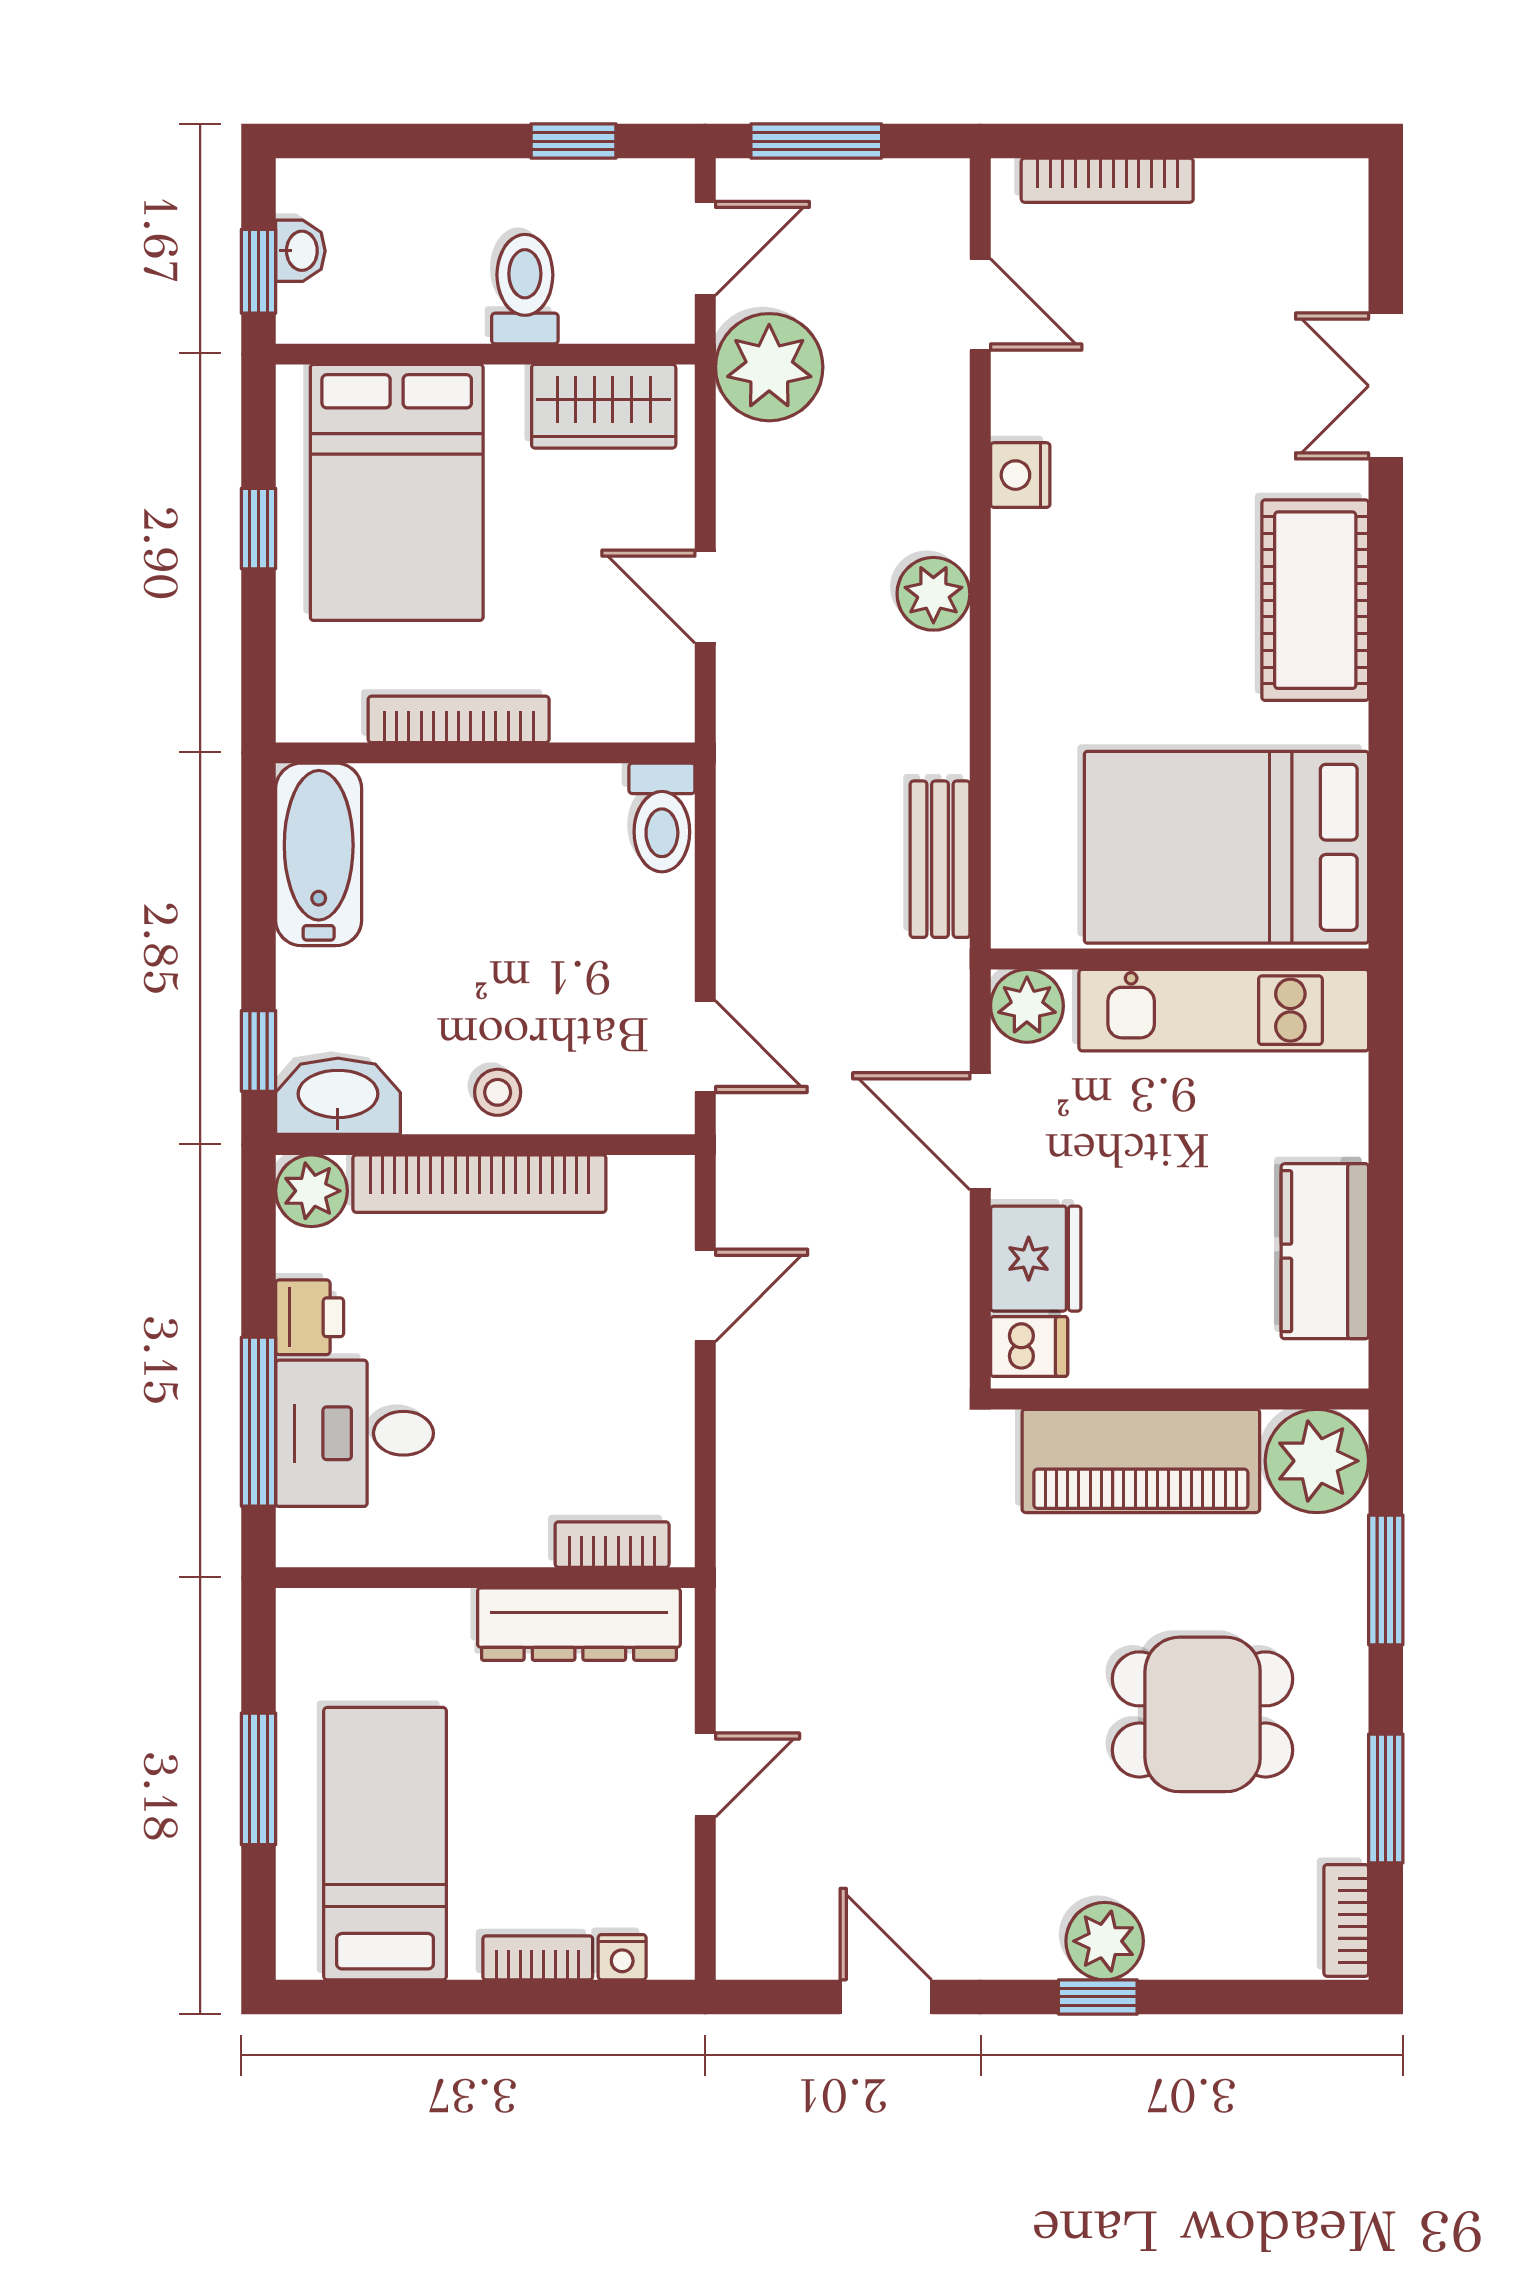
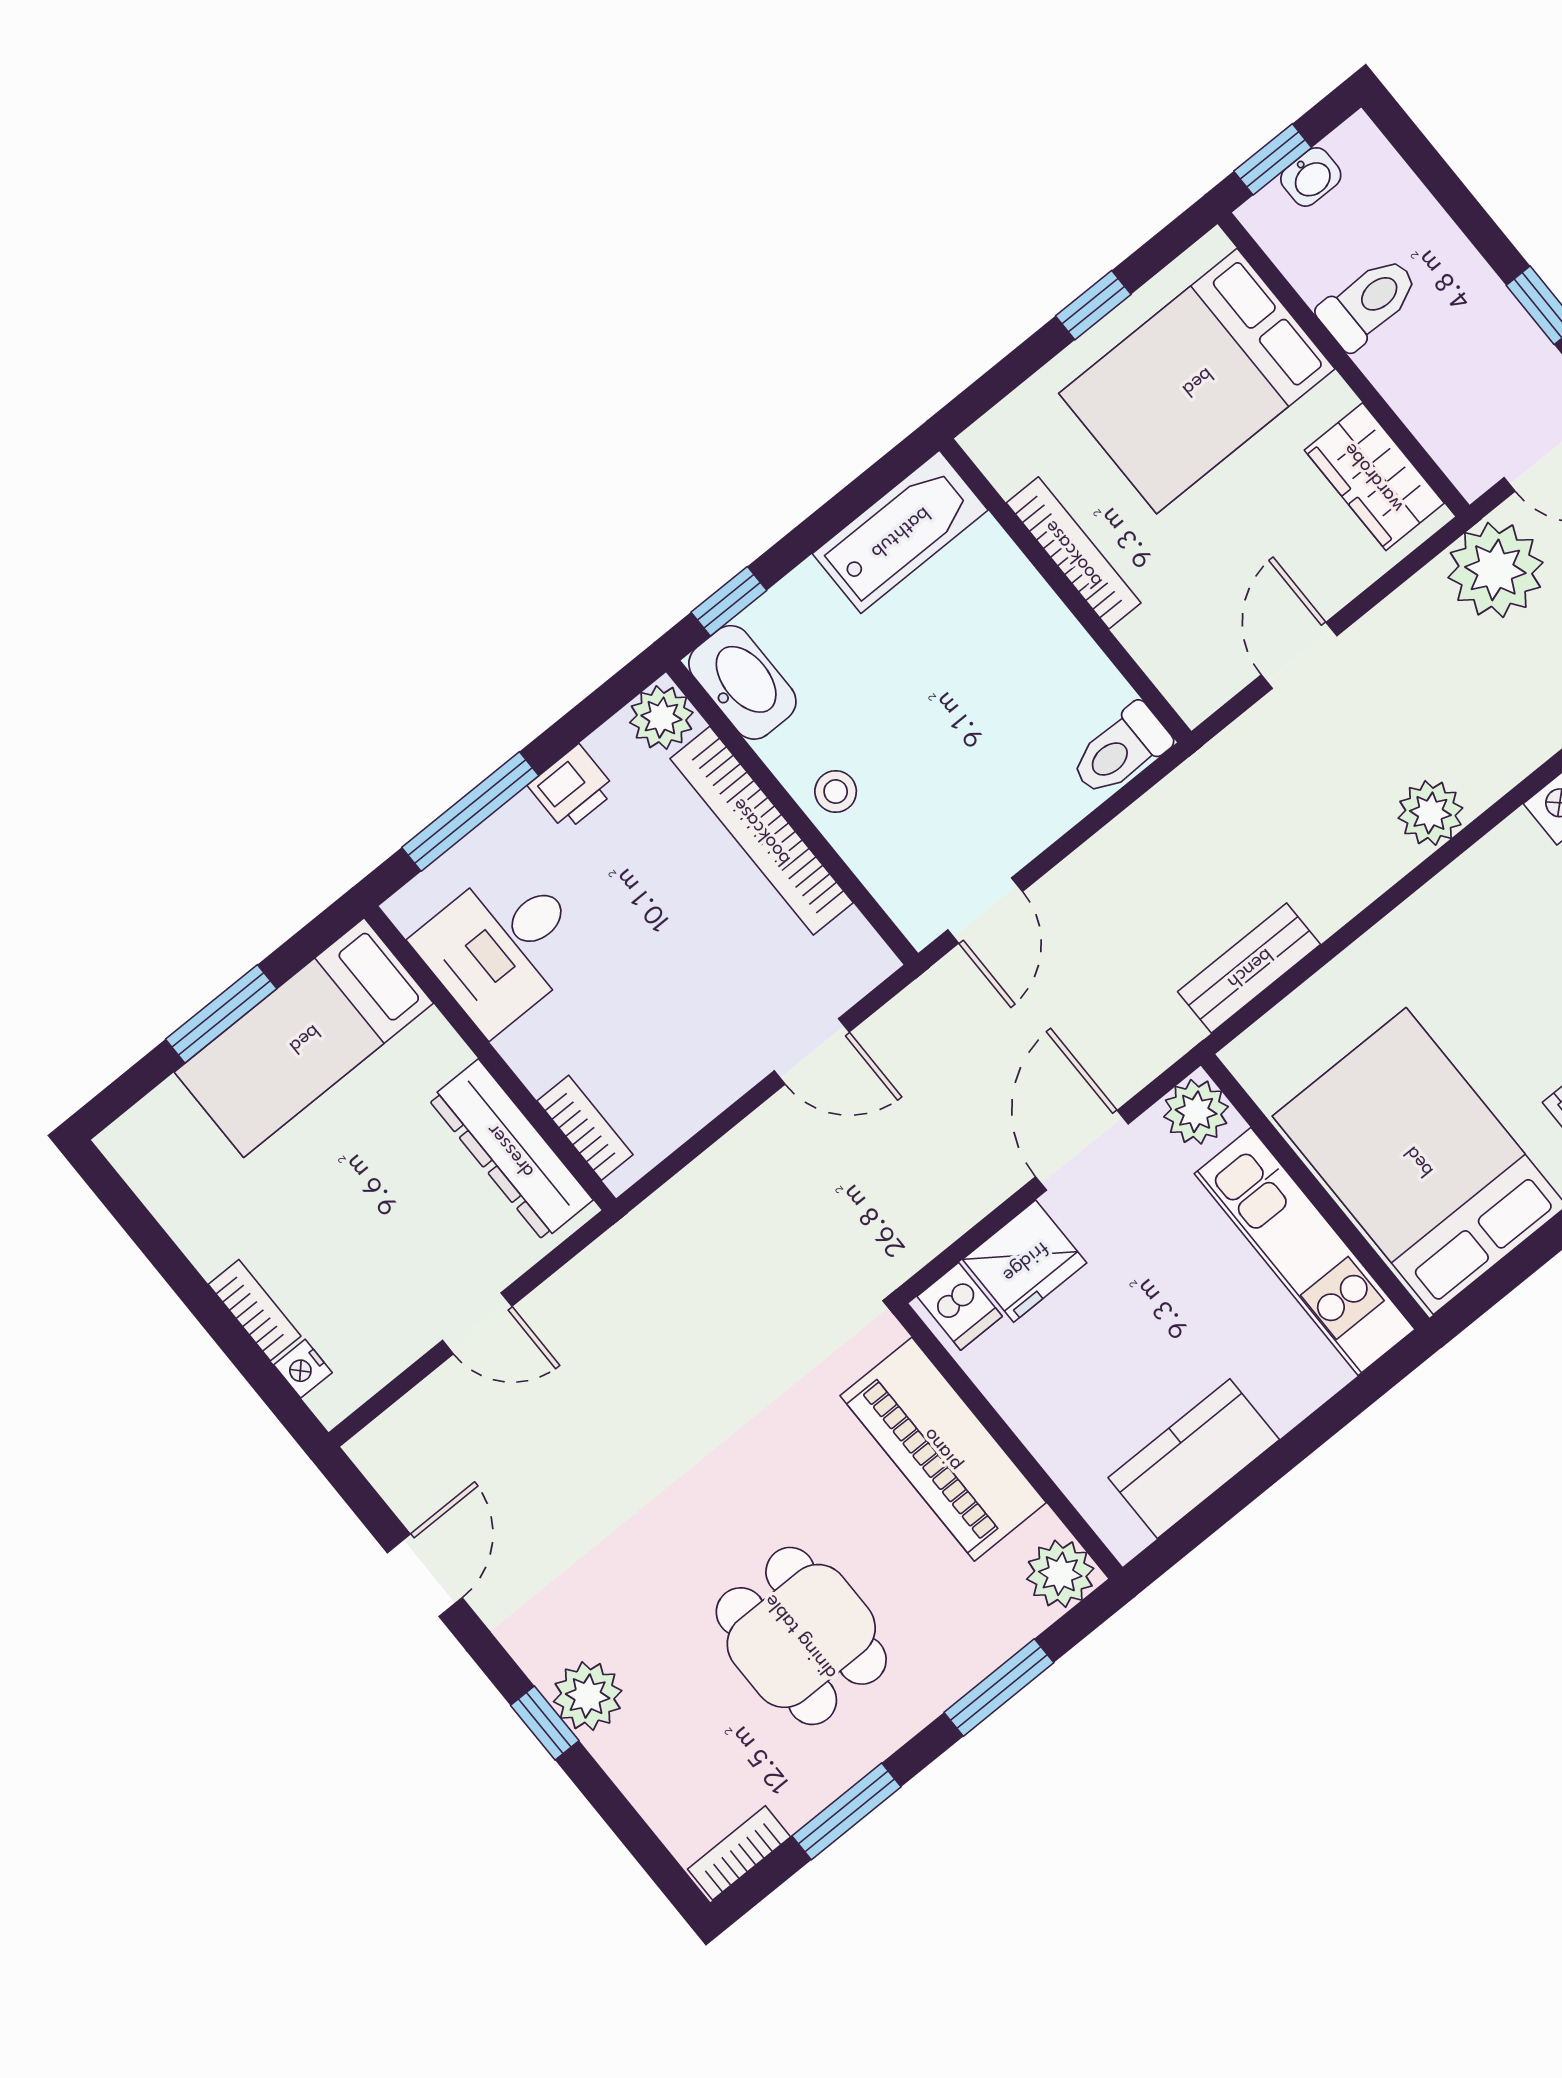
toilet: (525, 289) -> (1368, 303), moved
desk: (355, 1433) -> (502, 946), moved, turned -90
plant: (1317, 1461) -> (1060, 1574), width x0.73, depth x0.73
bed: (385, 1844) -> (304, 1038), moved, turned 180

